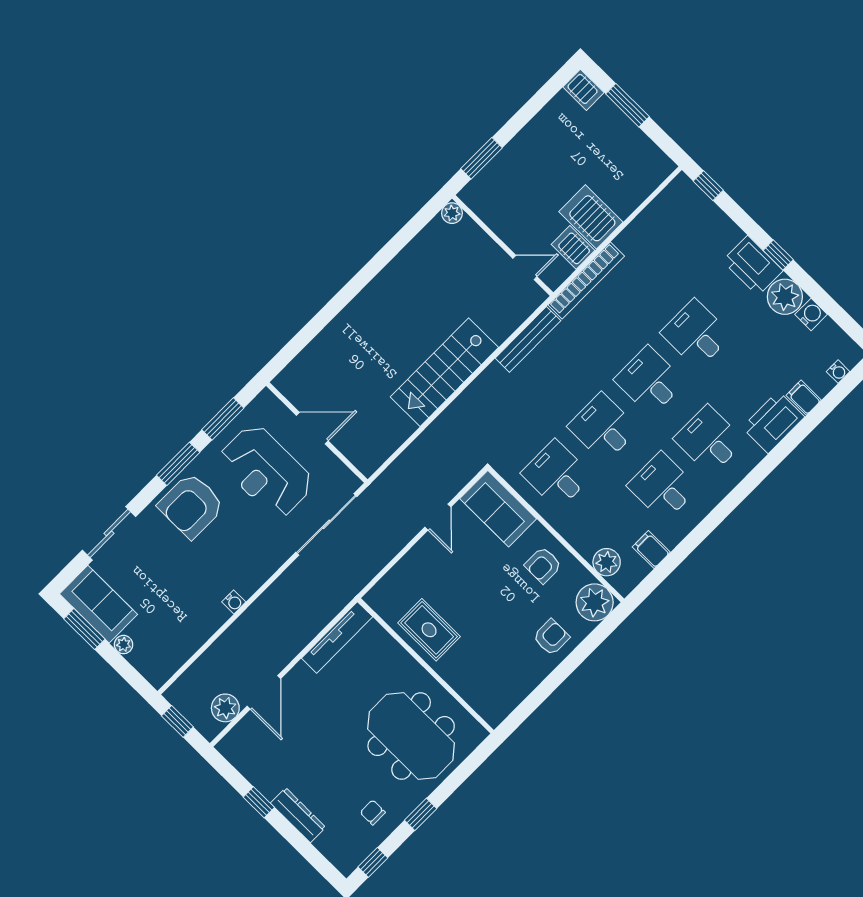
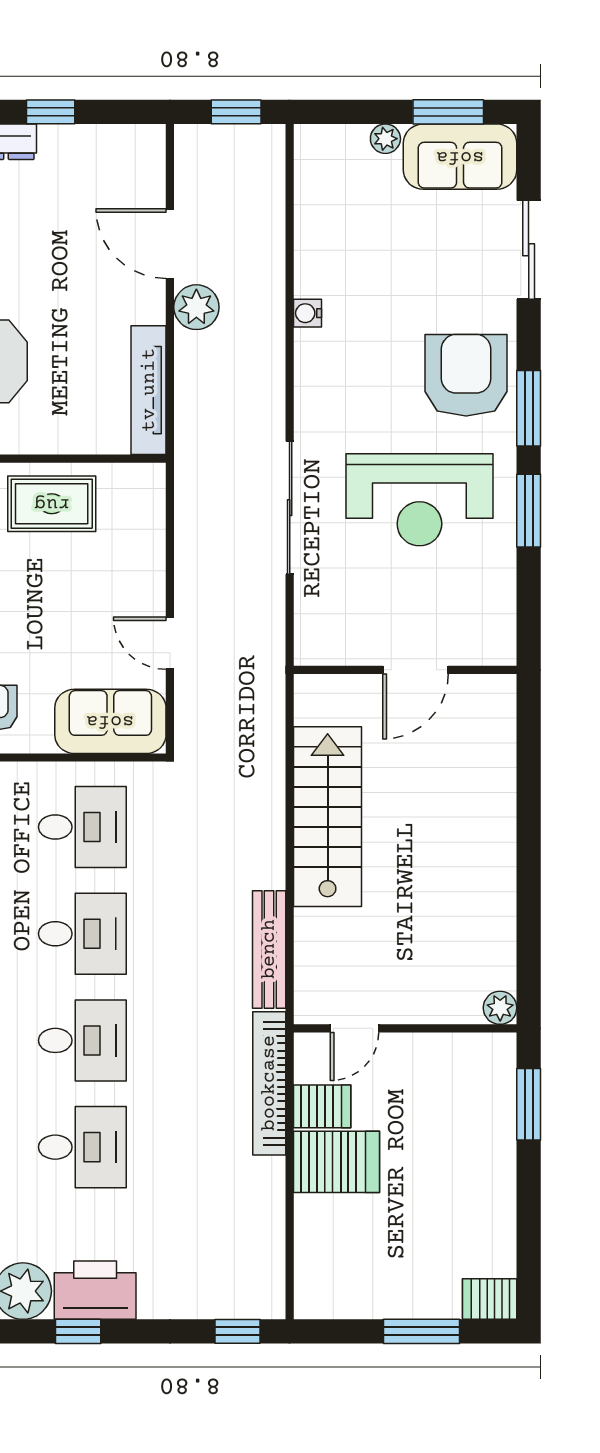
door: (312, 428) -> (415, 670), moved
wall: (317, 433) -> (405, 670), moved
reception desk: (266, 471) -> (419, 500), turned 180
plant: (225, 708) -> (196, 307), moved

